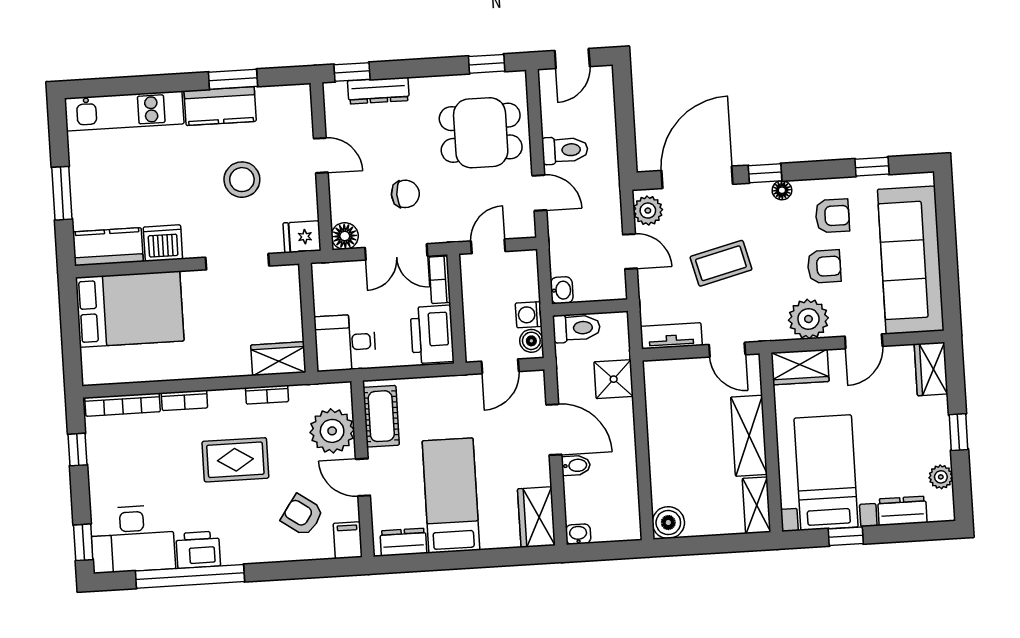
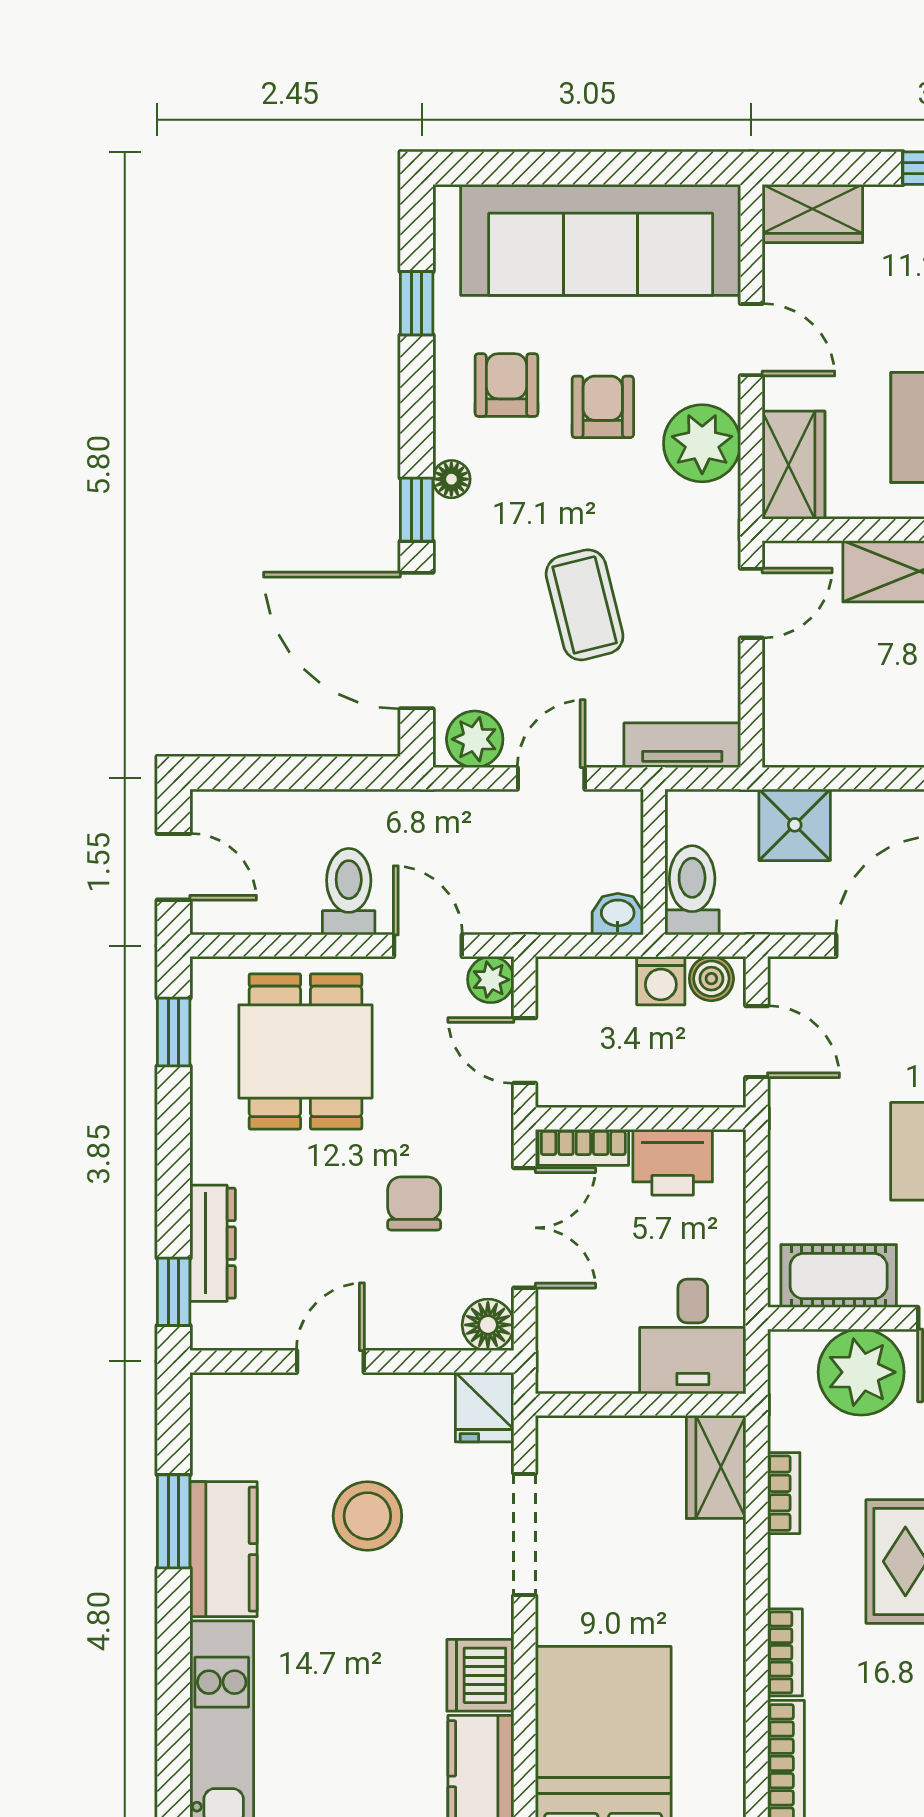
door: (539, 193) -> (428, 946), hinge flipped
plant: (524, 226) -> (491, 980), added
printer: (432, 334) -> (673, 1162), width x0.73, depth x0.84
tv unit: (671, 336) -> (682, 745), moved, turned 90

